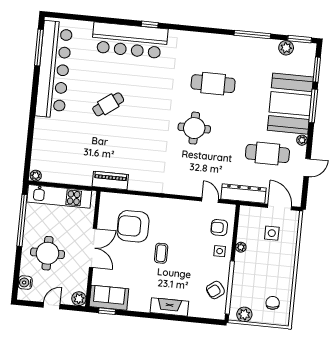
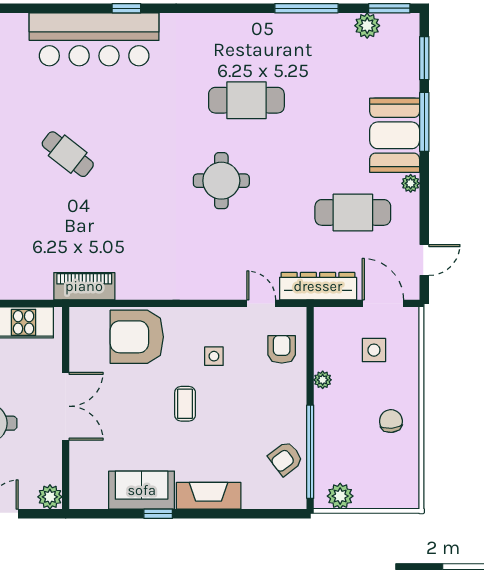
cafe table: (108, 104) -> (68, 154), turned 74
booth: (290, 104) -> (395, 135), width x0.73, depth x0.70
door: (307, 168) -> (424, 260), moved
armchair: (133, 226) -> (137, 337), moved
armchair: (219, 228) -> (282, 349), turned 90
side table: (220, 251) -> (214, 356), moved
sofa: (109, 298) -> (142, 490), moved
chair: (273, 303) -> (391, 421), moved
window: (107, 311) -> (158, 514), moved

